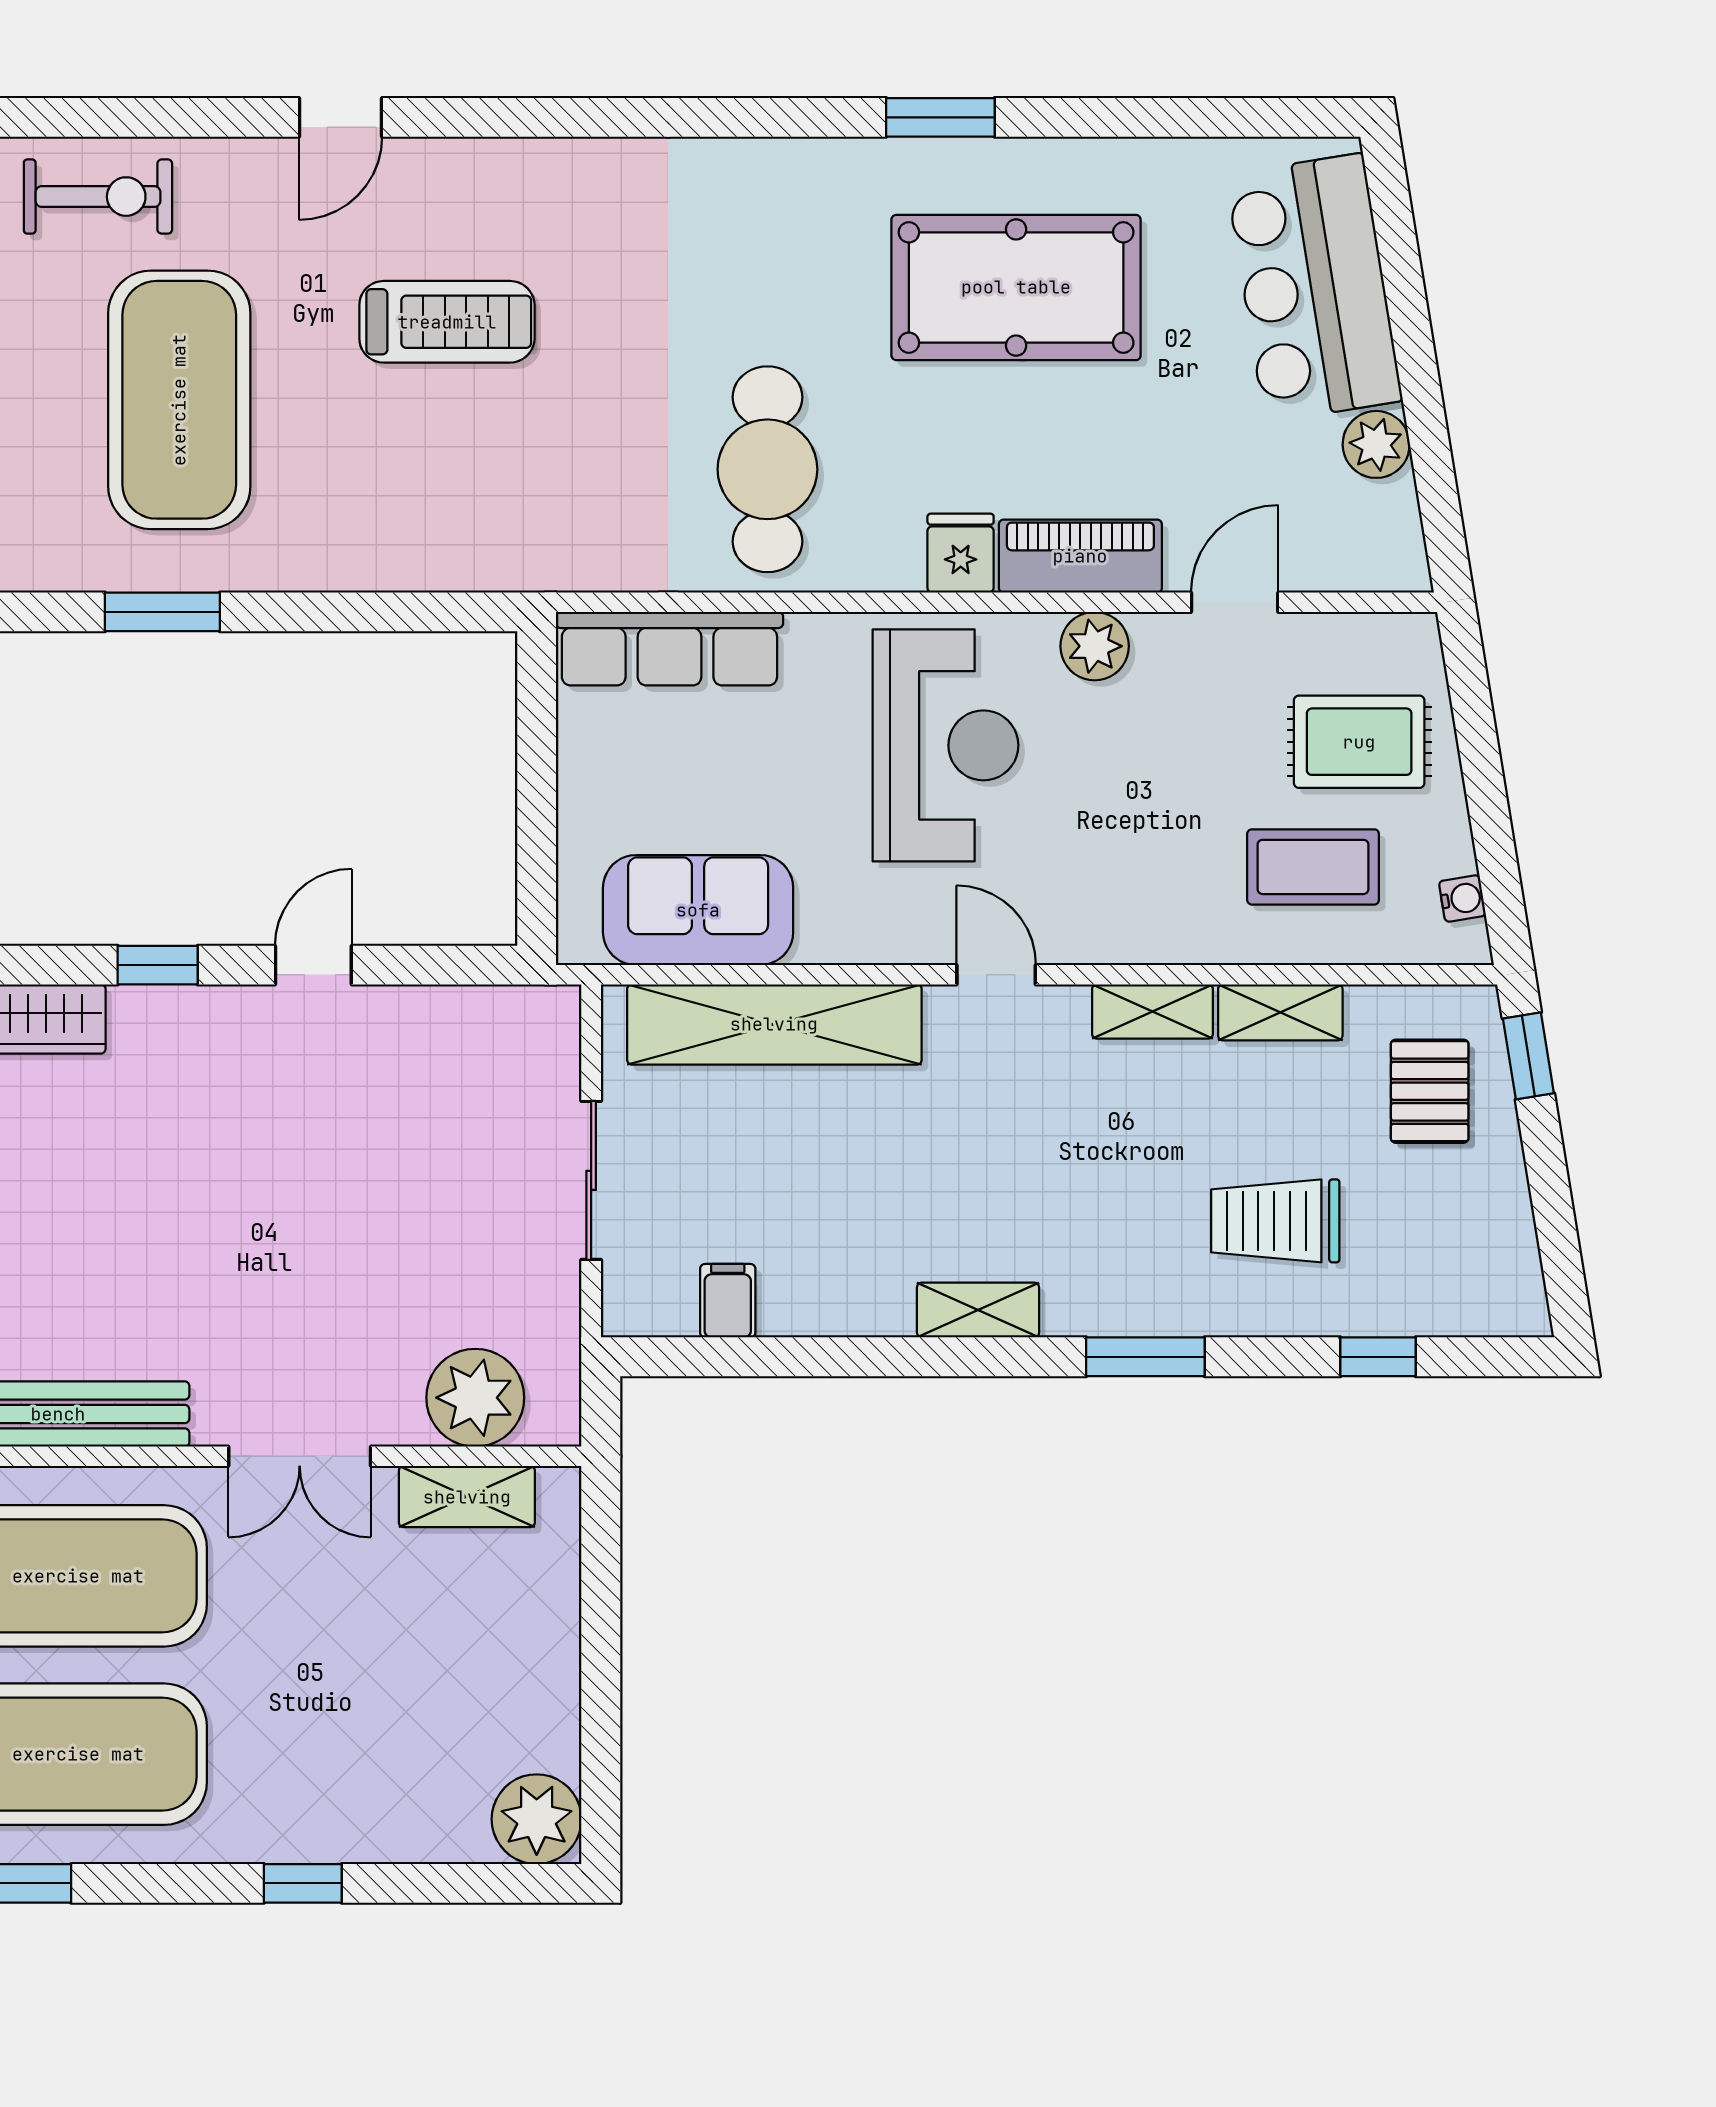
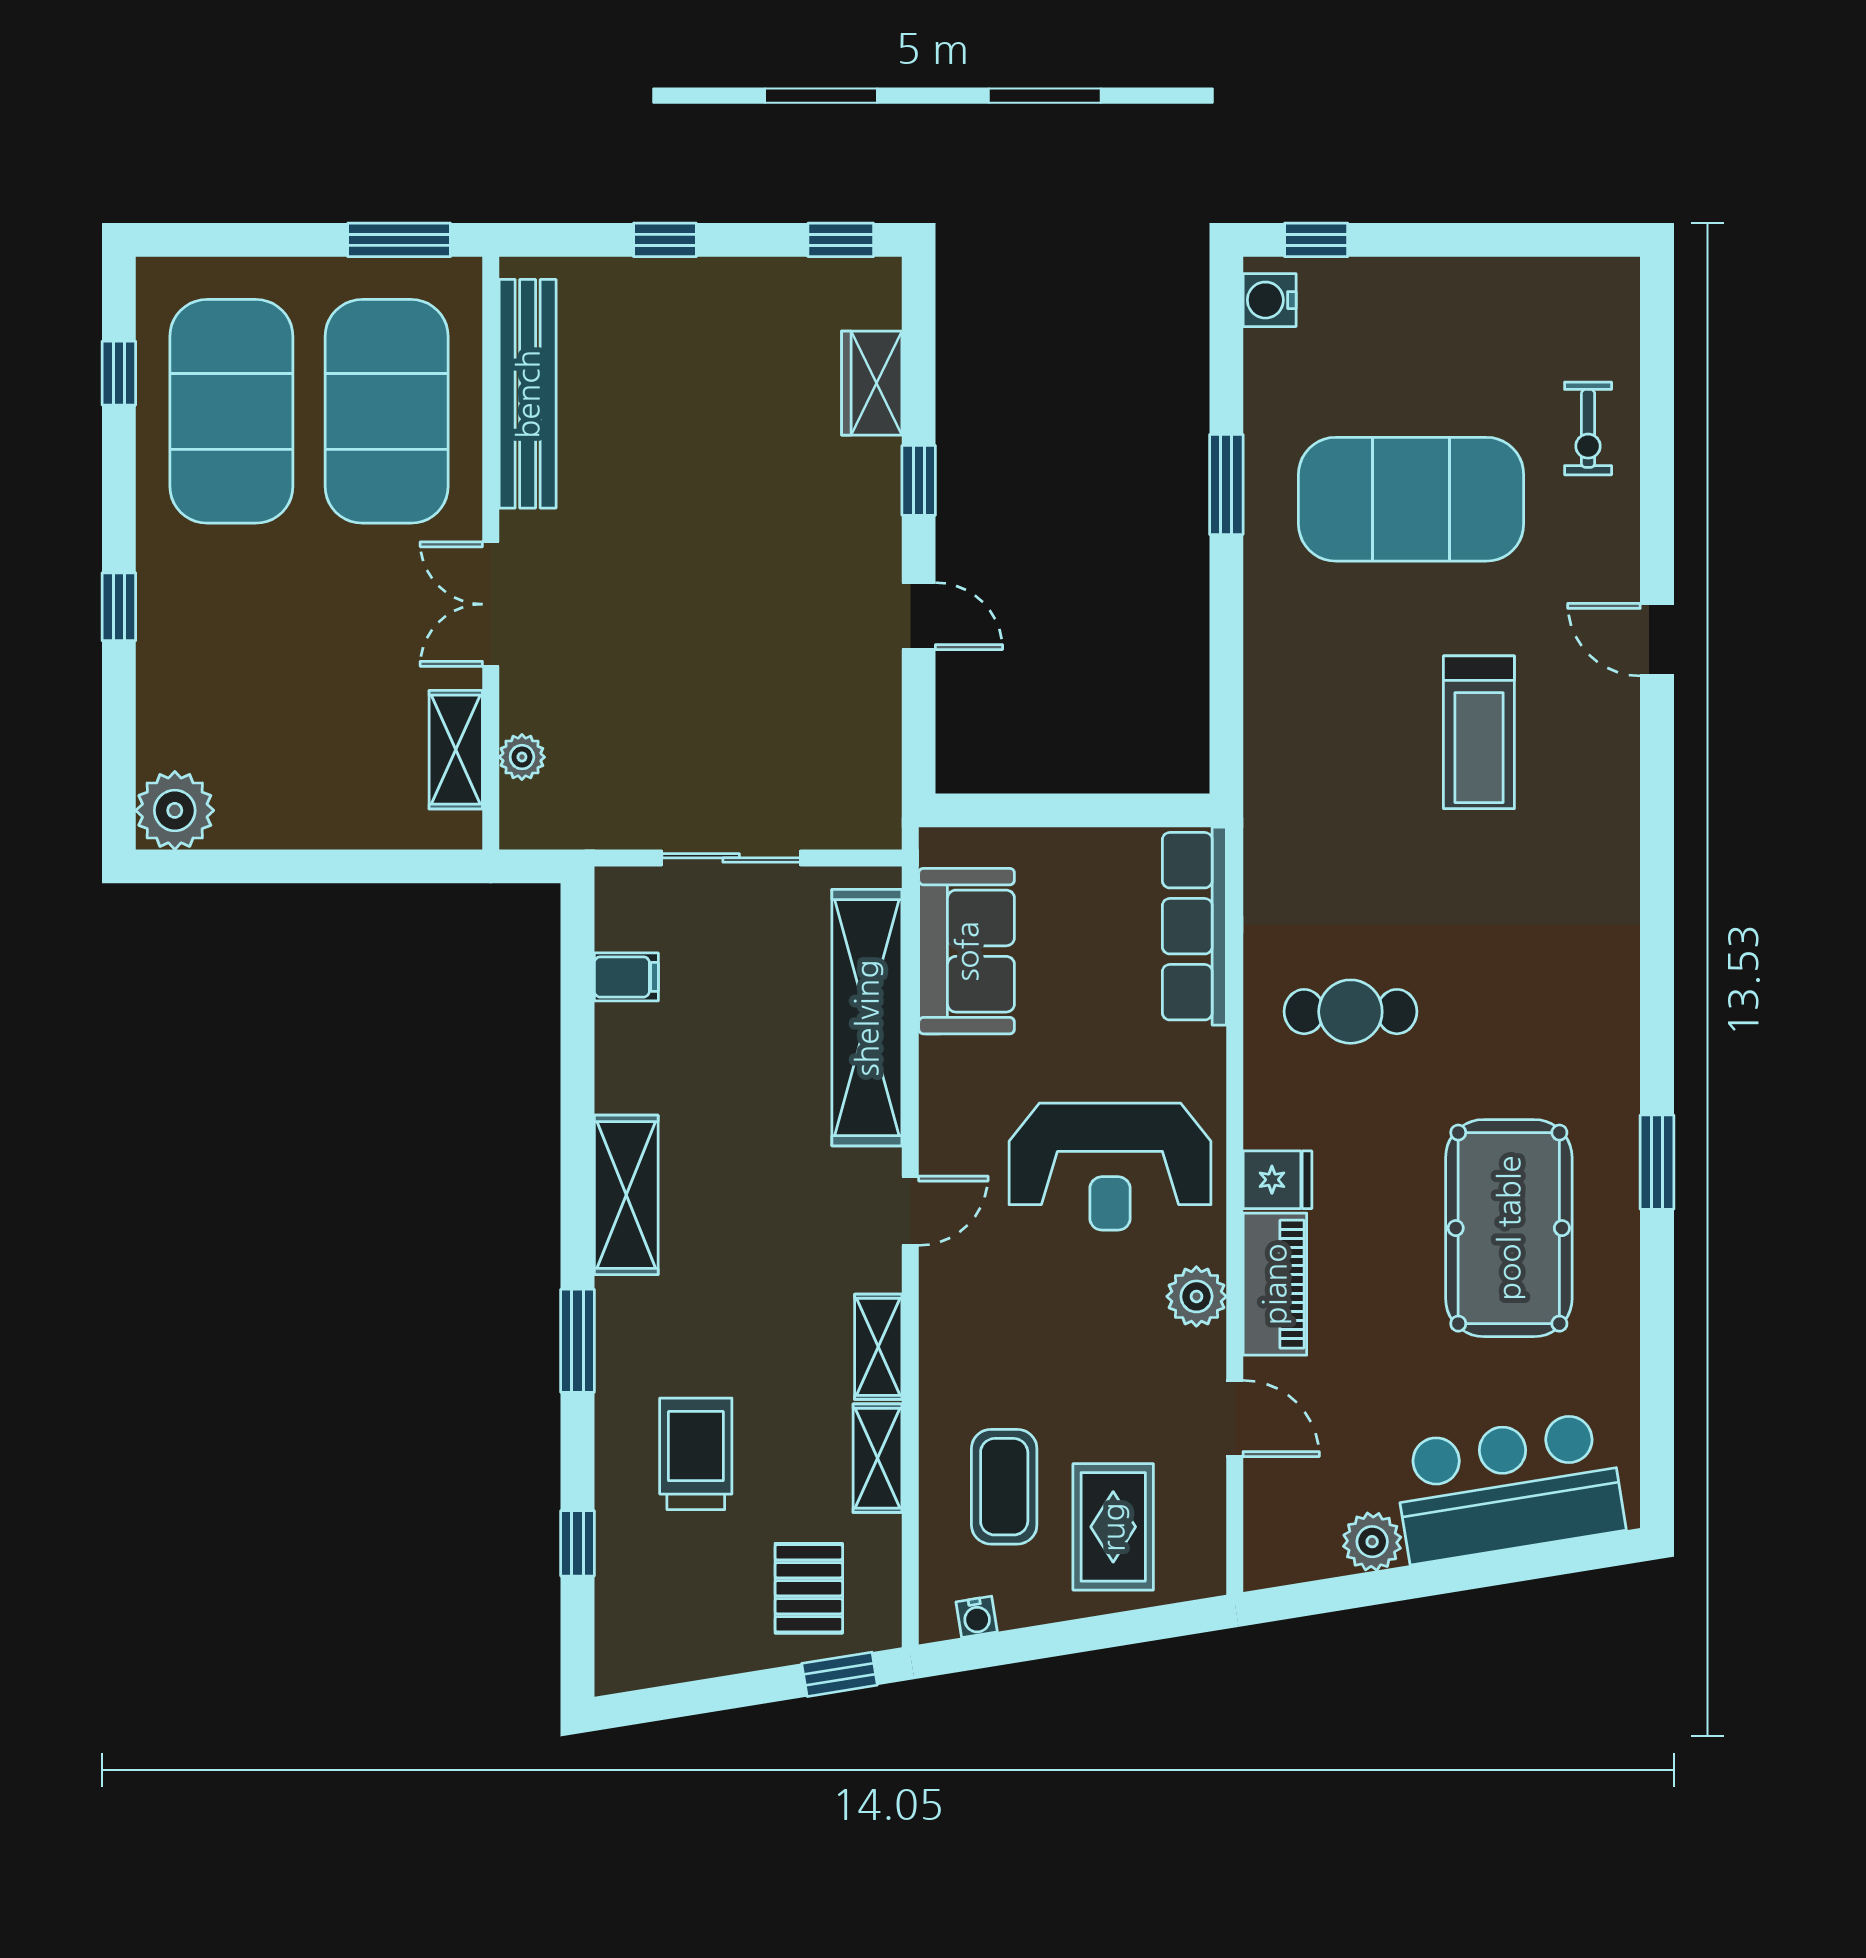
exercise bike: (98, 197) -> (1588, 428), width x0.73, depth x0.72
cafe table: (767, 469) -> (1350, 1012), width x0.73, depth x0.74
pallet: (1430, 1091) -> (809, 1588), turned 90
shelving: (978, 1310) -> (626, 1195), width x1.50, depth x1.33
plant: (475, 1398) -> (522, 757), width x0.53, depth x0.53

